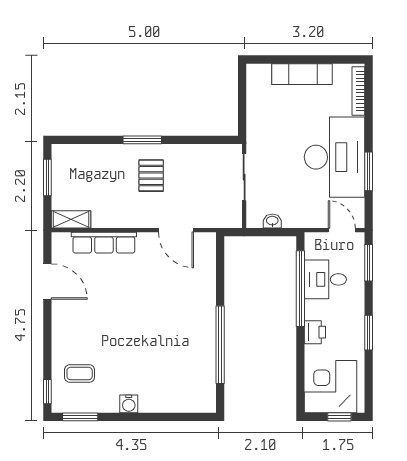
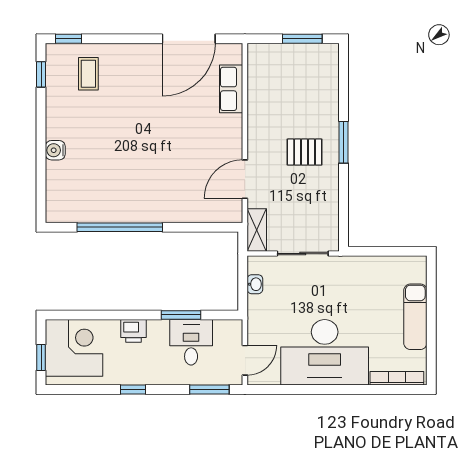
window: (369, 171) -> (309, 389), removed
shelving: (71, 219) -> (257, 230), moved
row of seats: (104, 243) -> (231, 89), width x0.68
door: (47, 282) -> (189, 39), width x1.36
window: (300, 289) -> (181, 315), width x0.47
window: (369, 333) -> (133, 389), width x0.67
water cooler: (129, 404) -> (55, 150), moved
window: (80, 417) -> (41, 74), width x0.67

